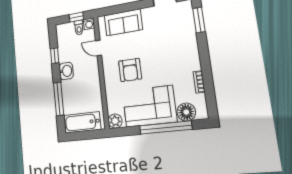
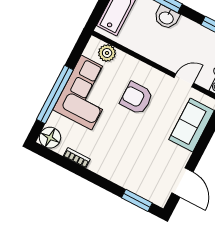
washbasin: (66, 71) -> (166, 17), moved
floor lamp: (186, 112) -> (50, 138), moved
plant: (115, 121) -> (107, 53), moved

